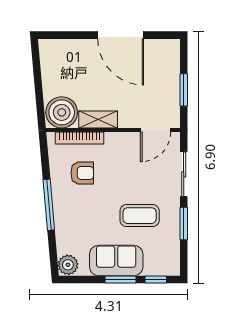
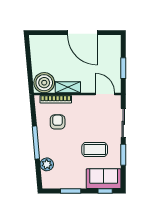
door: (156, 130) -> (105, 94), swing flipped
armchair: (82, 173) -> (58, 122), turned -90
sofa: (116, 261) -> (104, 179), moved
plant: (68, 265) -> (47, 164), moved
window: (120, 280) -> (71, 191), moved

